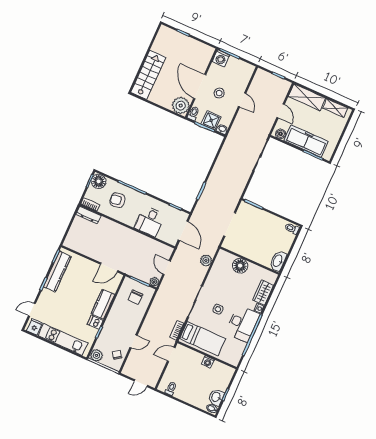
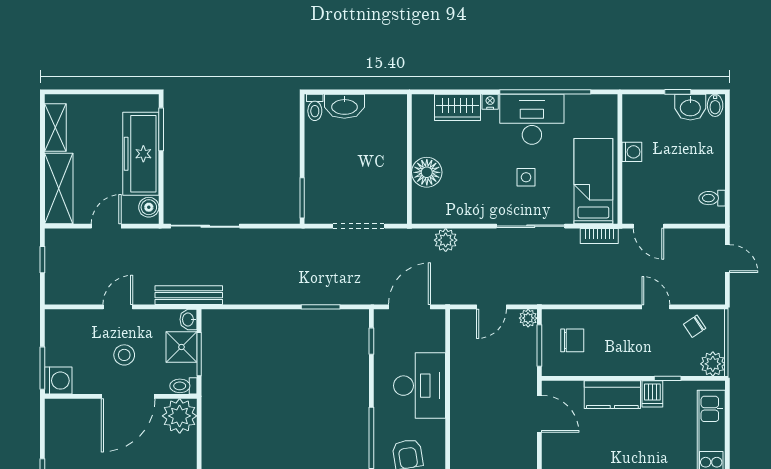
bench: (233, 134) -> (189, 295), added
desk: (150, 221) -> (419, 386), width x1.37
washbasin: (278, 261) -> (344, 106), moved

